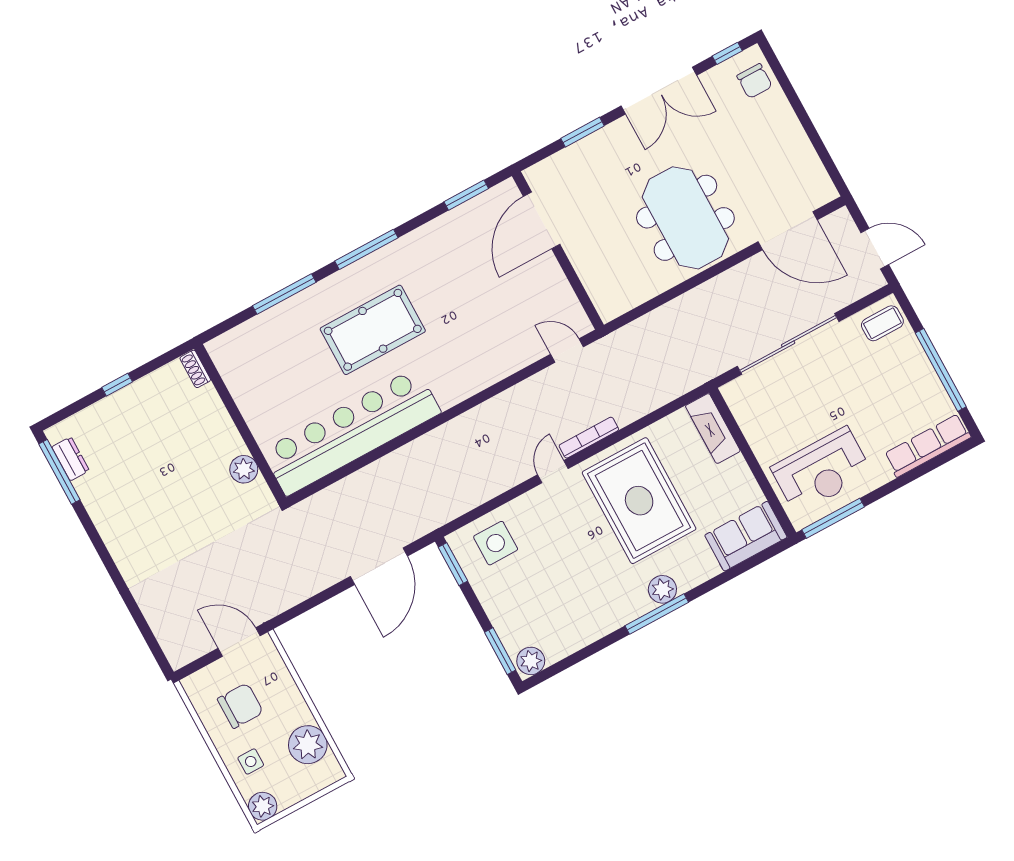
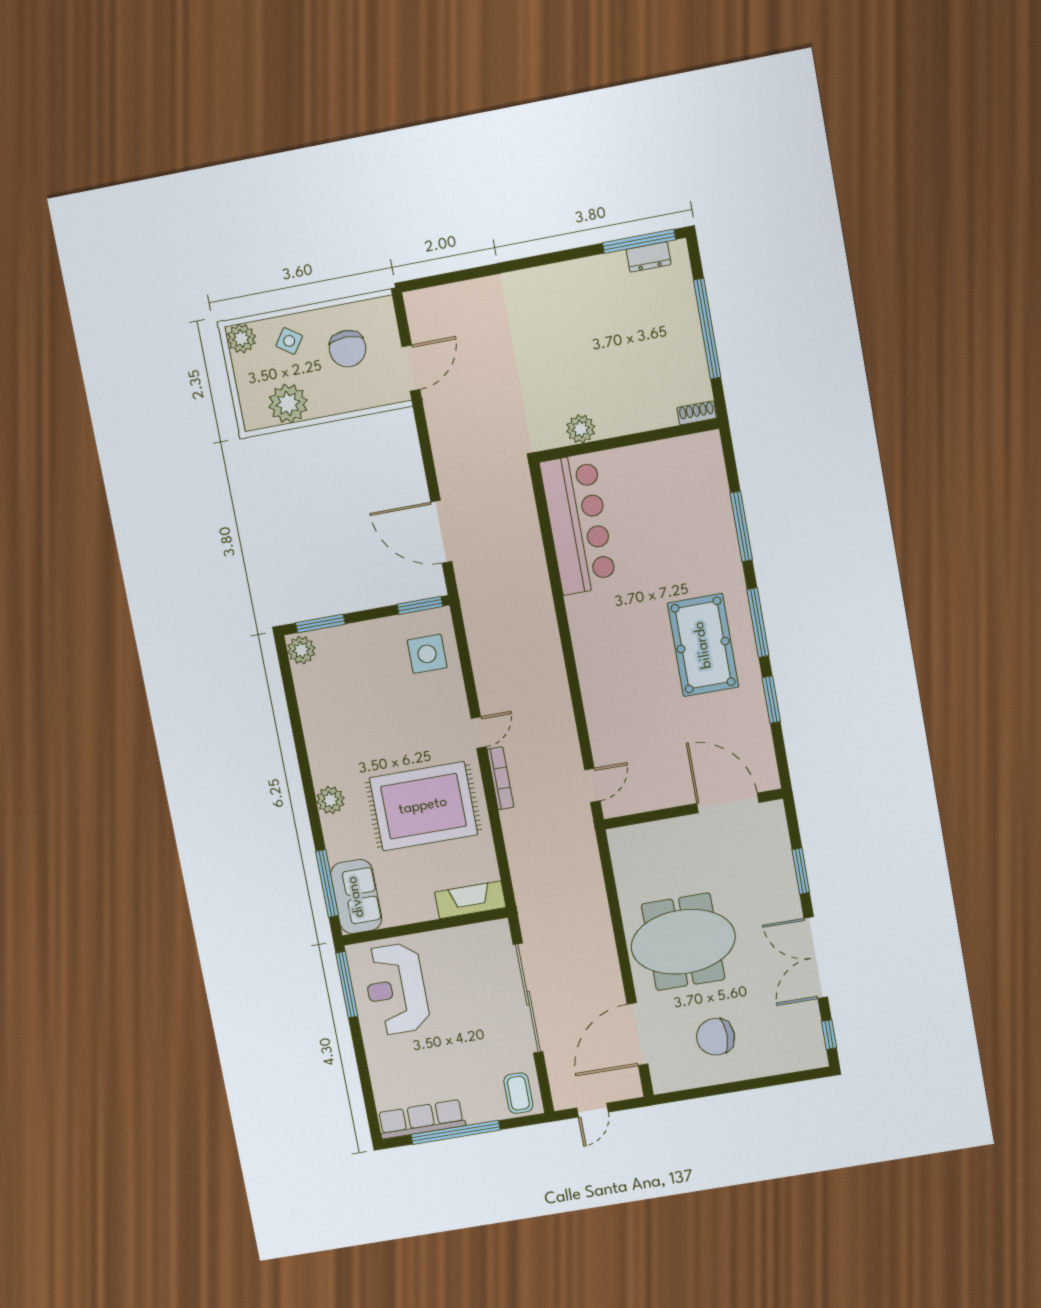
chair: (755, 81) -> (715, 1037), moved, width x1.37, depth x1.37
window: (466, 195) -> (771, 699), moved
door: (875, 249) -> (592, 1110), width x0.73
pool table: (373, 330) -> (703, 645), moved
window: (117, 385) -> (707, 329), width x3.17
bar counter: (351, 432) -> (578, 524), width x0.73
row of seats: (928, 446) -> (421, 1119), moved, turned -90
door: (553, 472) -> (479, 733), hinge flipped
window: (657, 614) -> (327, 883), moved
side table: (251, 761) -> (289, 341), turned 35

